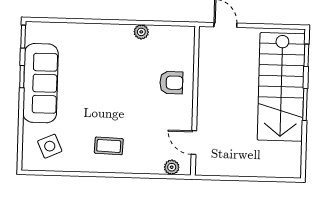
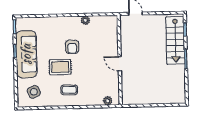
armchair: (171, 83) -> (72, 47), moved, turned 90
stairs: (281, 87) -> (175, 40), width x0.73, depth x0.66
rug: (96, 107) -> (60, 67), added
door: (194, 143) -> (120, 64), moved

